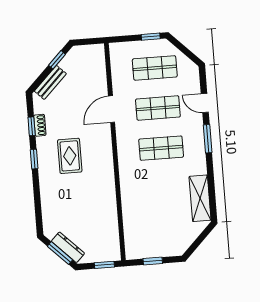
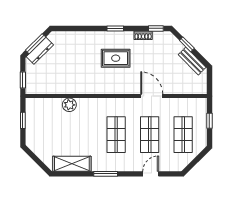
window: (151, 37) -> (209, 121), moved
window: (57, 60) -> (187, 44), moved
bench: (50, 82) -> (192, 61), moved
window: (32, 126) -> (156, 28), moved
window: (208, 139) -> (106, 174), moved
plant: (130, 207) -> (69, 105), added

